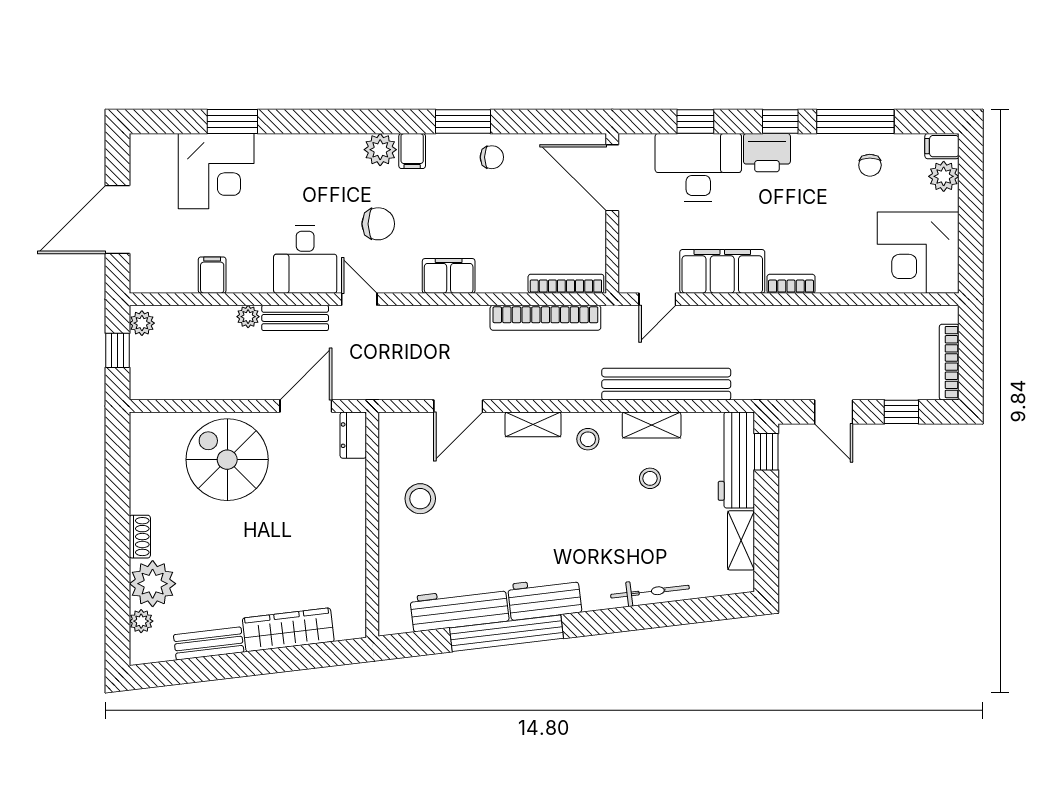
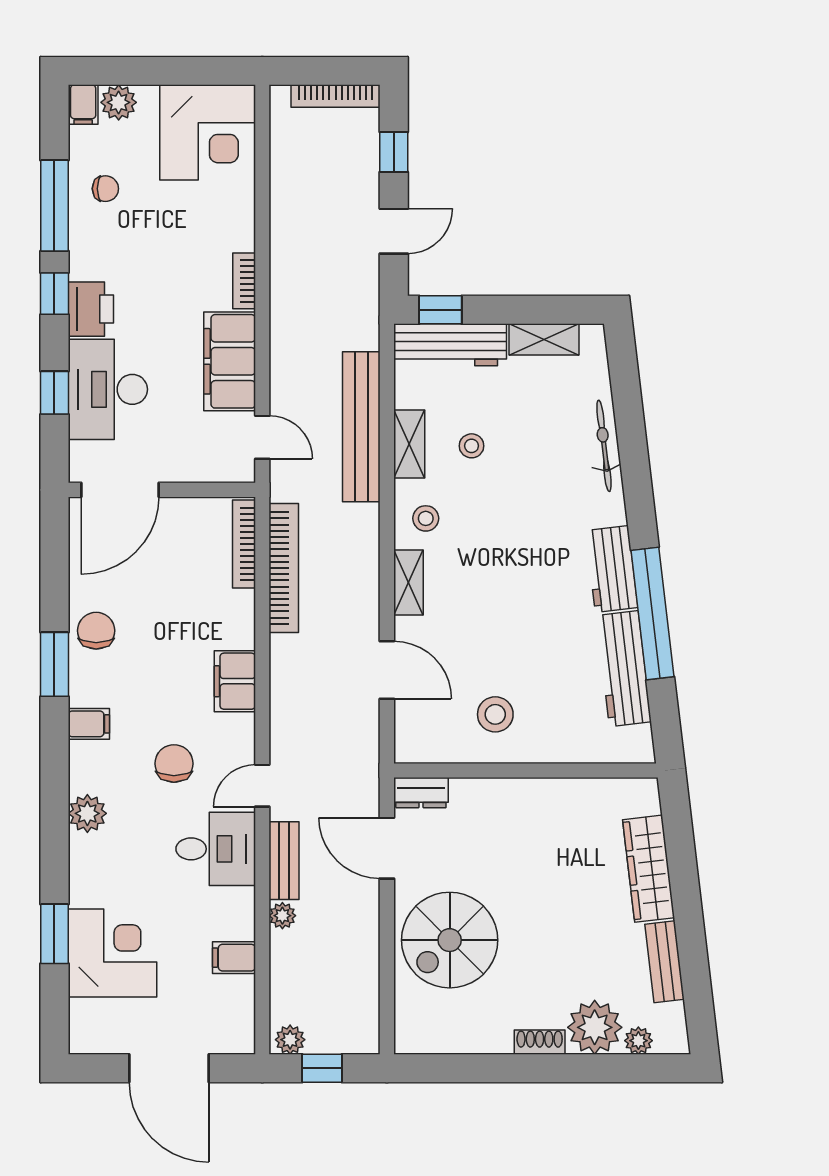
plant: (380, 150) -> (87, 813), moved
chair: (492, 157) -> (96, 631), width x1.37, depth x1.37

